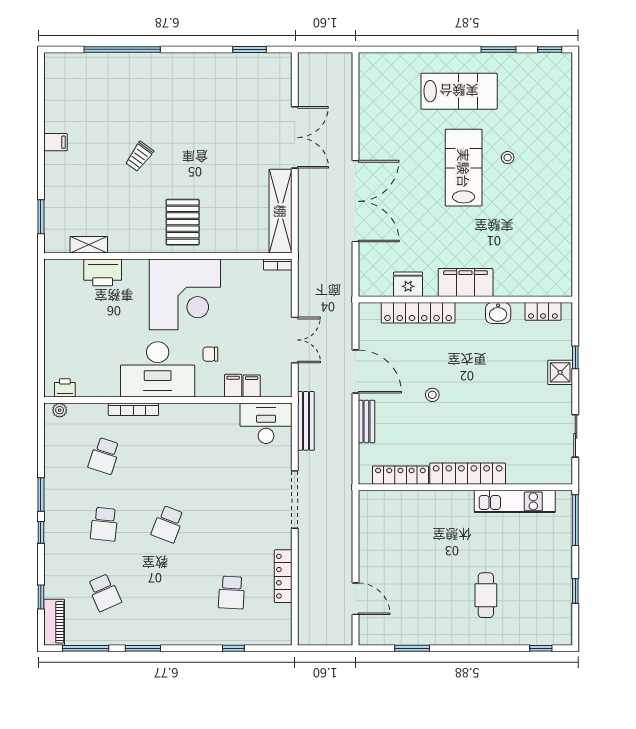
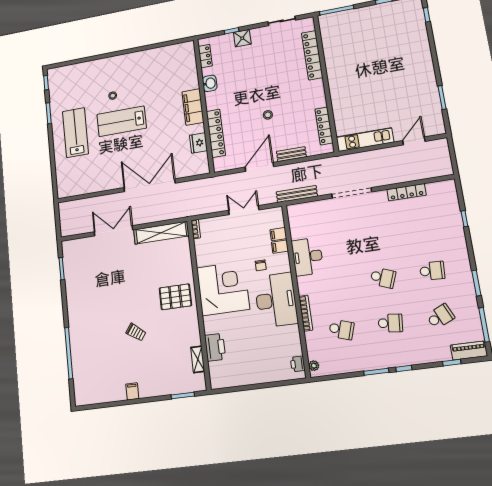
desk: (266, 423) -> (307, 257), moved
locker: (468, 474) -> (312, 55), moved
kitchen unit: (515, 501) -> (365, 140), moved, turned -90
school desk: (231, 592) -> (432, 271), moved
cafe table: (486, 595) -> (397, 56), removed

